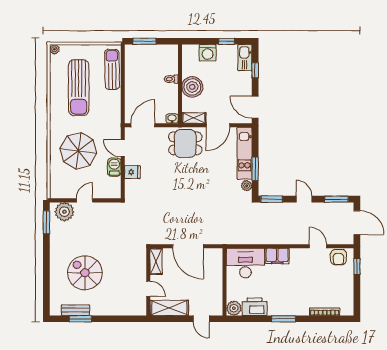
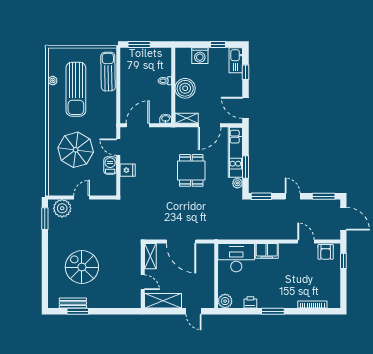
plant: (54, 49) -> (53, 81), moved
dining table: (185, 143) -> (191, 170), moved, turned 90
printer: (255, 307) -> (250, 302), width x0.53, depth x0.68

